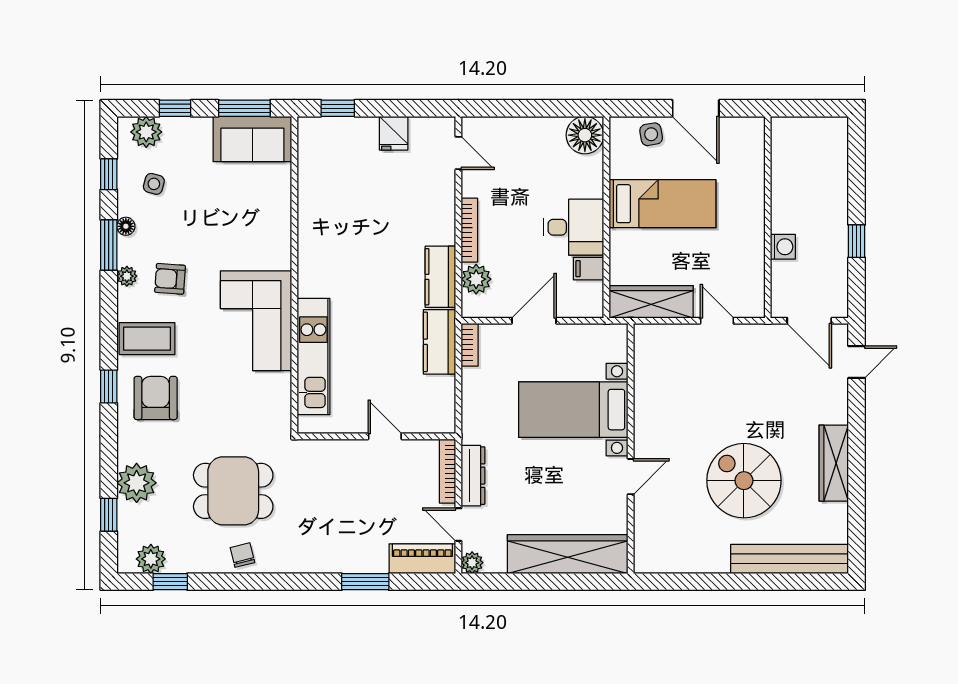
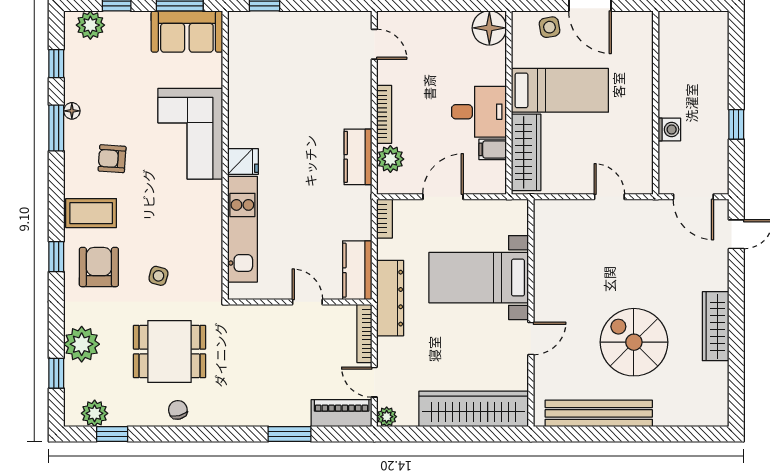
fridge: (394, 133) -> (243, 162), moved, turned -90
side table: (154, 184) -> (158, 276), moved
plant: (127, 276) -> (73, 156), removed
wardrobe: (651, 302) -> (526, 152), moved, turned 90
corner sofa: (256, 321) -> (190, 134), moved
kitchen counter: (440, 342) -> (357, 270), moved
dresser: (473, 476) -> (390, 298), moved, width x1.37, depth x1.24
bench: (790, 559) -> (599, 413), moved

